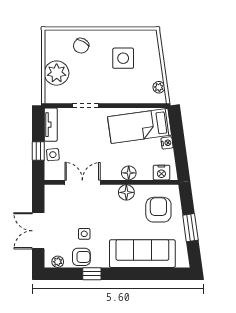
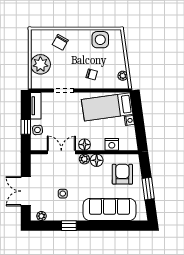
side table: (123, 58) -> (100, 40), moved
chair: (120, 86) -> (92, 74), added
floor lamp: (129, 173) -> (85, 145), moved
nightstand: (161, 173) -> (112, 144), moved
plant: (111, 191) -> (84, 159), added
armchair: (81, 257) -> (60, 212), removed

